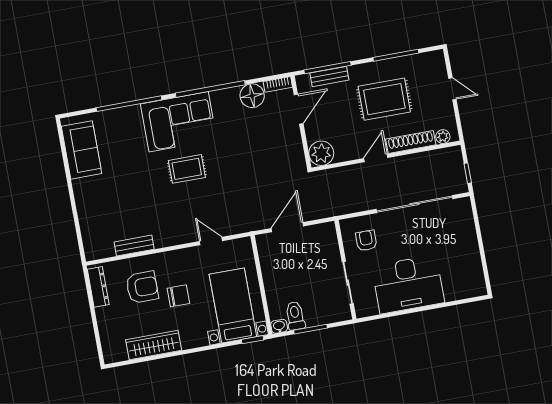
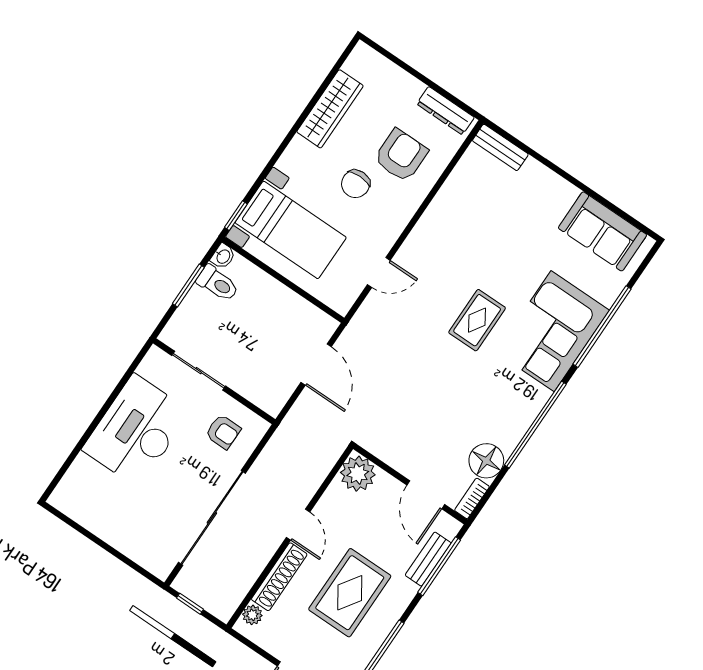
corner sofa: (179, 122) -> (553, 331), moved
bench: (134, 246) -> (500, 147), moved, turned 90
armchair: (142, 287) -> (401, 155), turned 180

